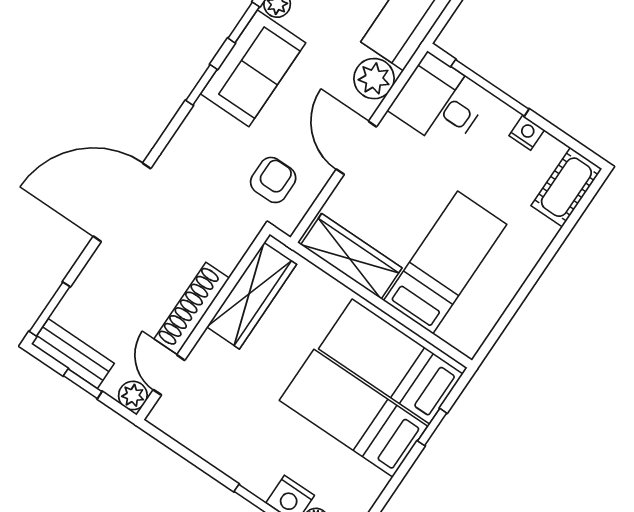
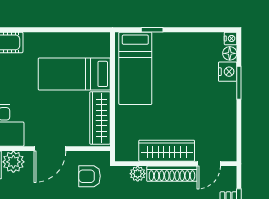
wardrobe: (252, 296) -> (167, 151), moved
plant: (133, 396) -> (138, 174), moved
bed: (353, 413) -> (170, 69), removed

